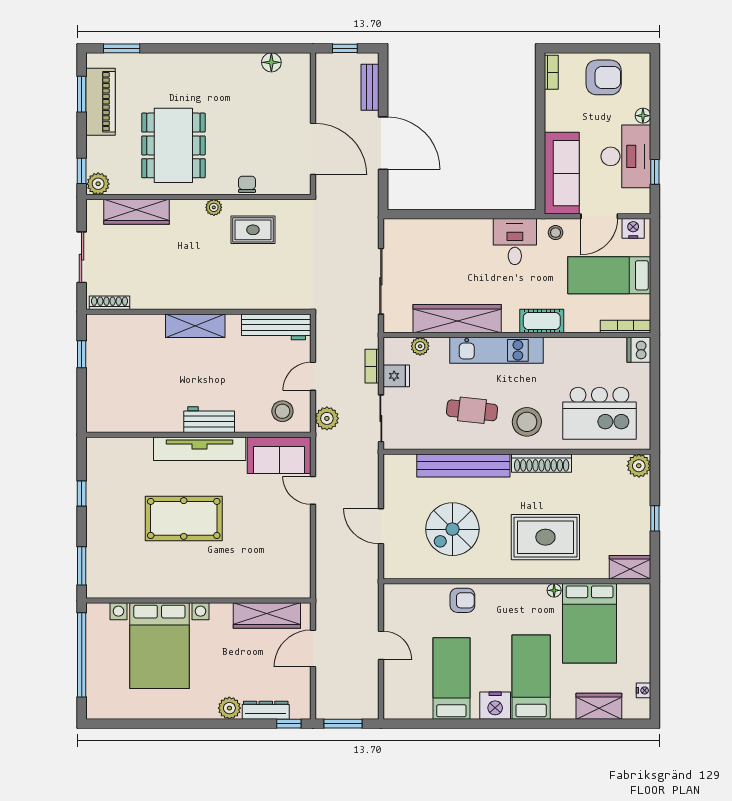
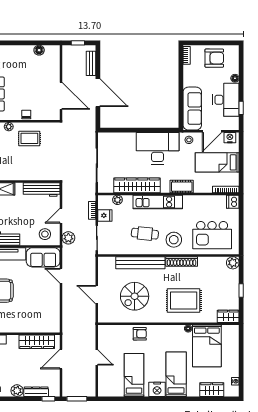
desk: (515, 241) -> (158, 148), width x1.87, depth x1.30

